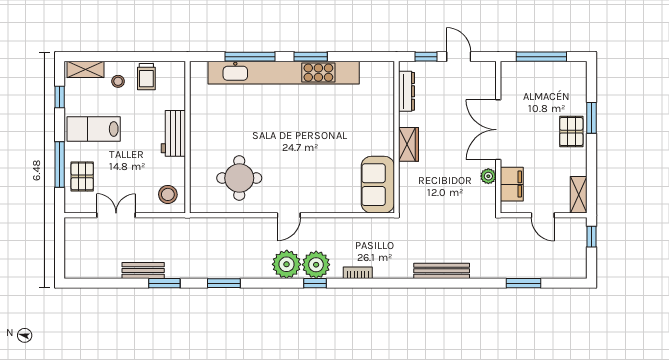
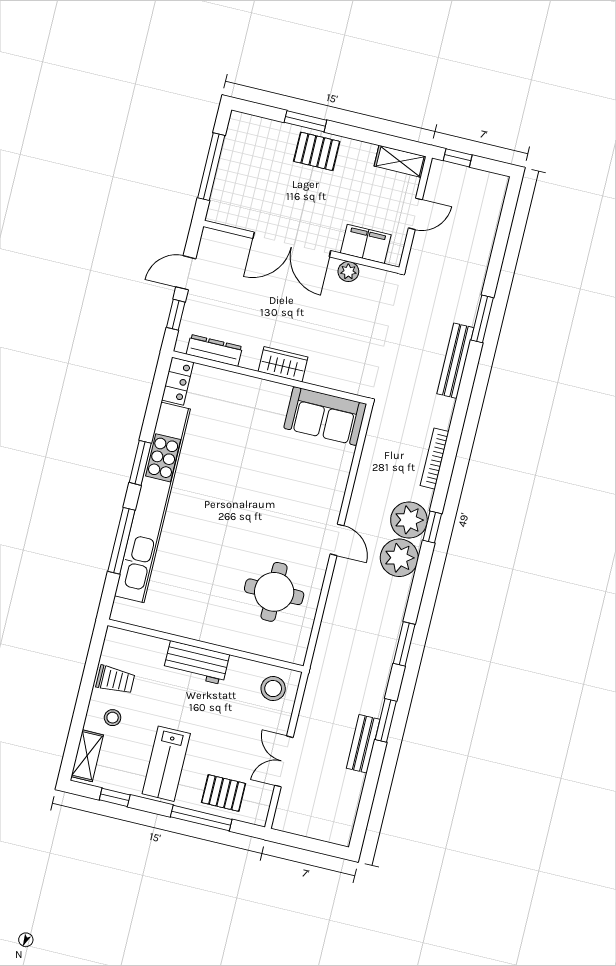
locker: (377, 70) -> (178, 381), added
bookcase: (358, 273) -> (435, 459), width x1.56
window: (523, 283) -> (482, 319), moved

